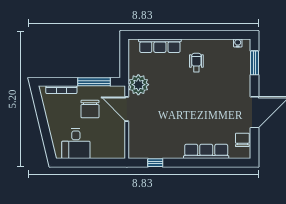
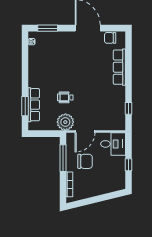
window: (158, 35) -> (25, 106), added
wheelchair: (196, 63) -> (65, 97), moved
desk: (76, 144) -> (113, 144), moved
window: (86, 163) -> (128, 165), added

